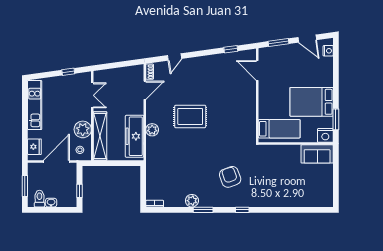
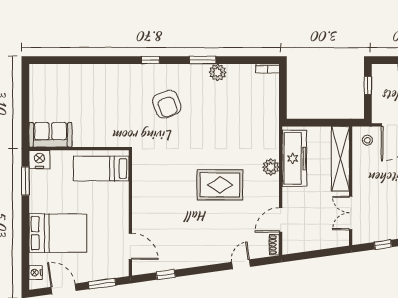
bed: (312, 102) -> (58, 233), moved
plant: (83, 129) -> (364, 168), removed

